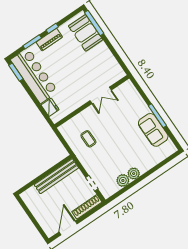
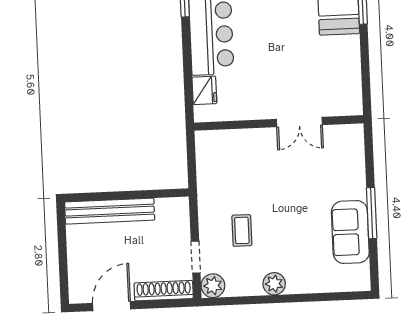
coffee table: (88, 139) -> (242, 230), moved
bench: (56, 176) -> (110, 211), moved
plant: (123, 180) -> (213, 286), moved

